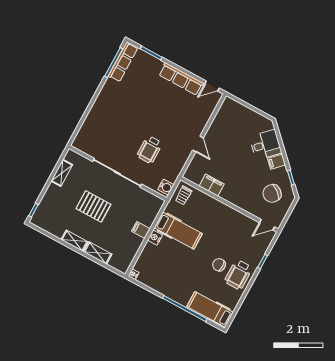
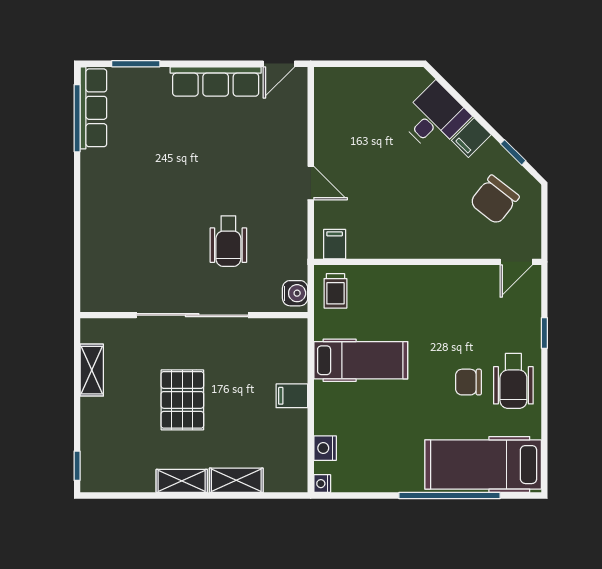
filing cabinet: (212, 185) -> (335, 244), moved, width x0.50
pallet: (93, 206) -> (182, 400), turned 90
nightstand: (155, 238) -> (325, 448), moved
hospital bed: (210, 309) -> (483, 465), width x1.37, depth x1.29

